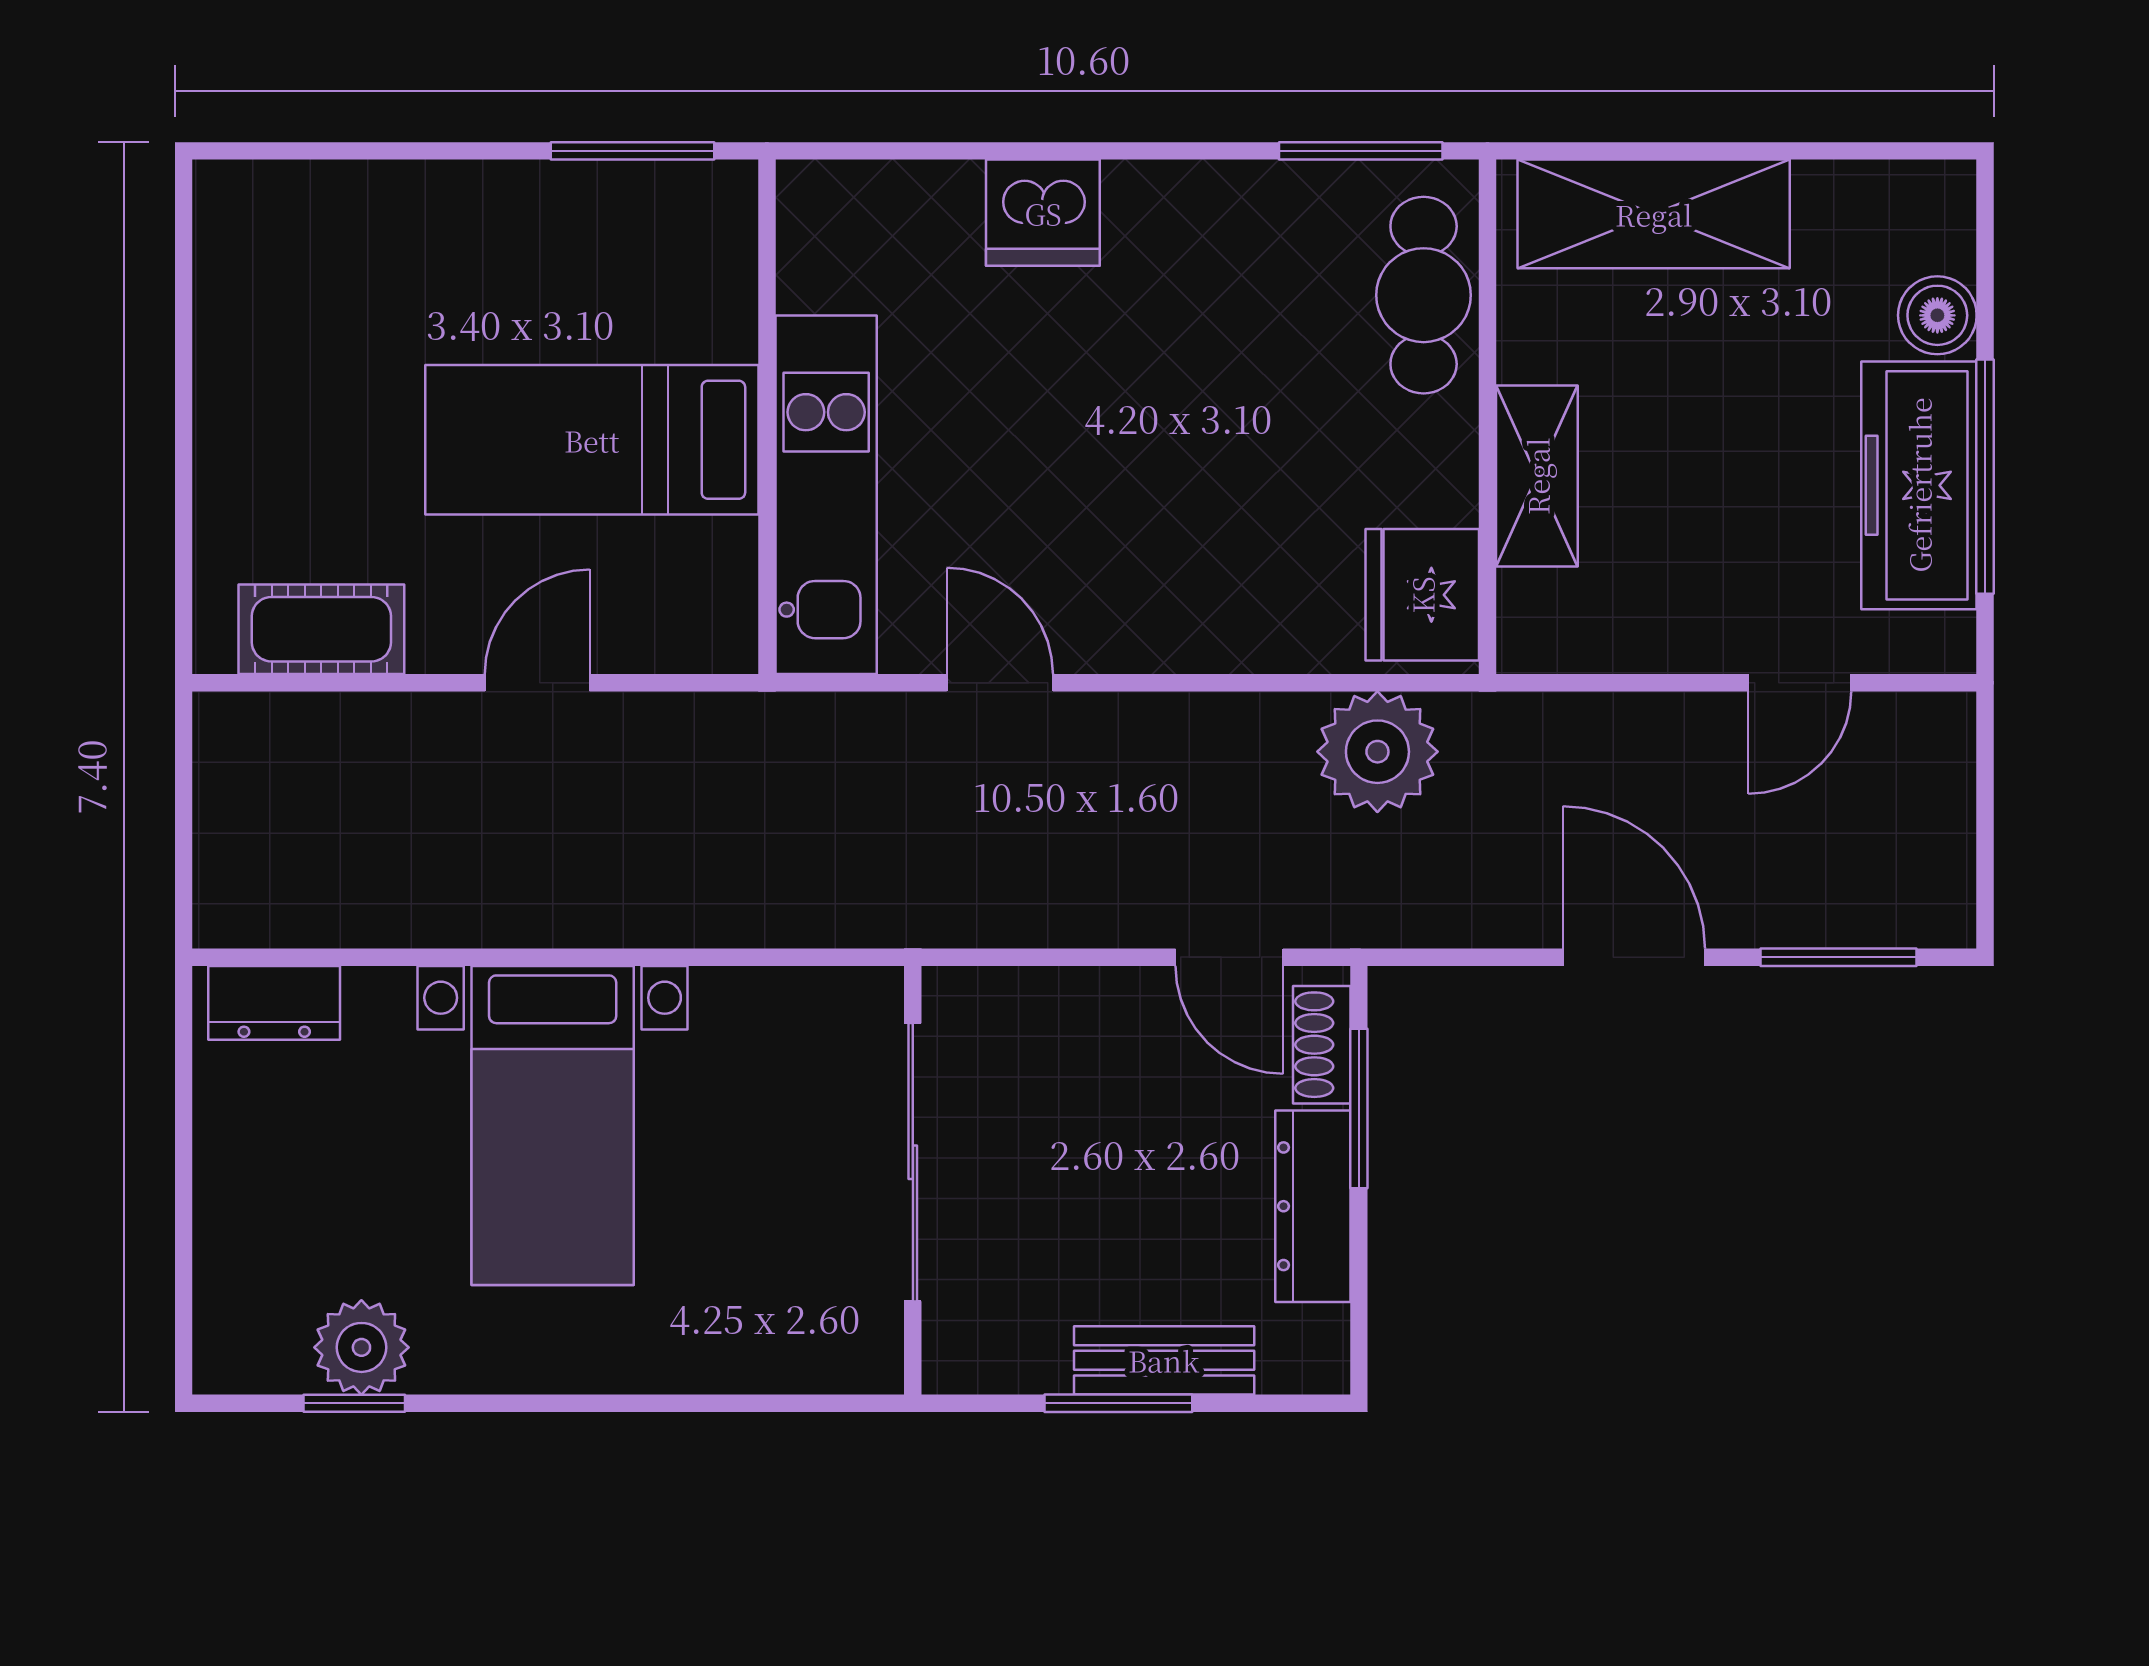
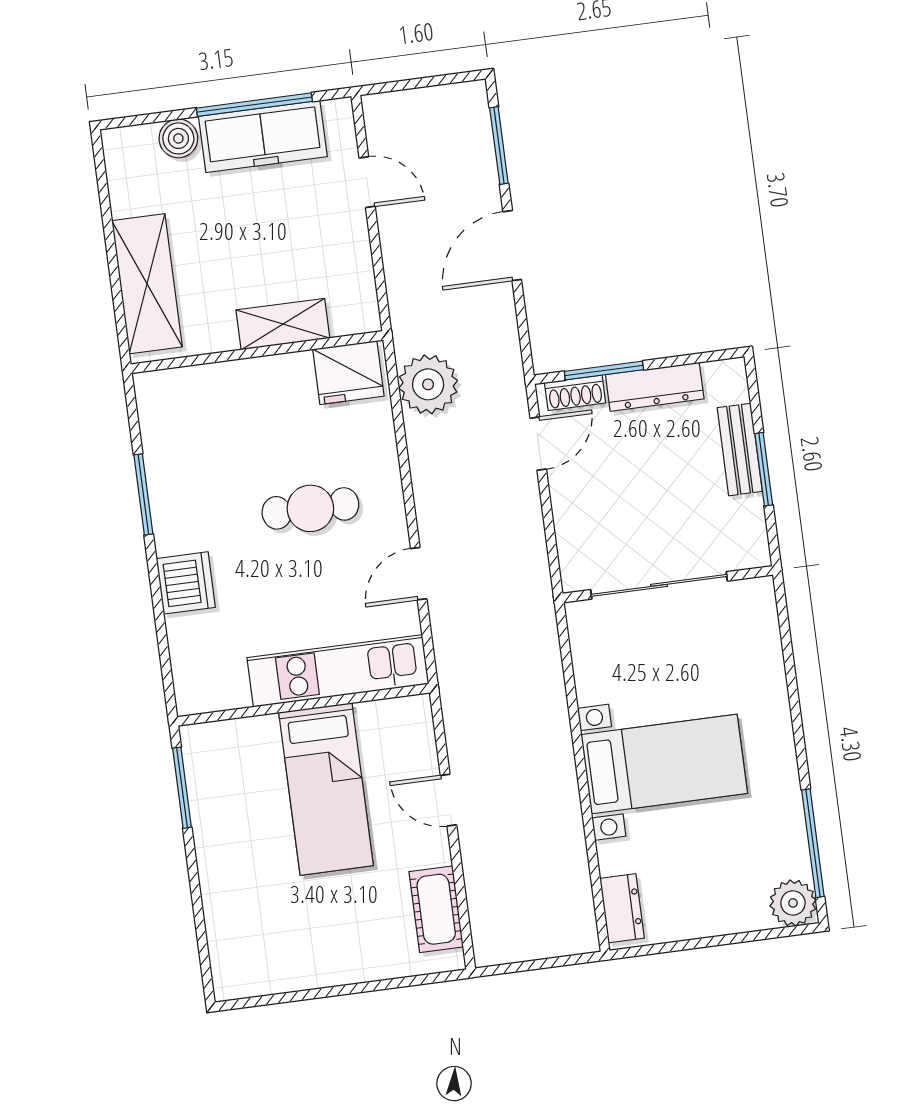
window: (1361, 151) -> (143, 494), moved
cafe table: (1424, 295) -> (310, 508), moved
plant: (361, 1347) -> (793, 903), moved
window: (354, 1403) -> (813, 843), width x2.17

